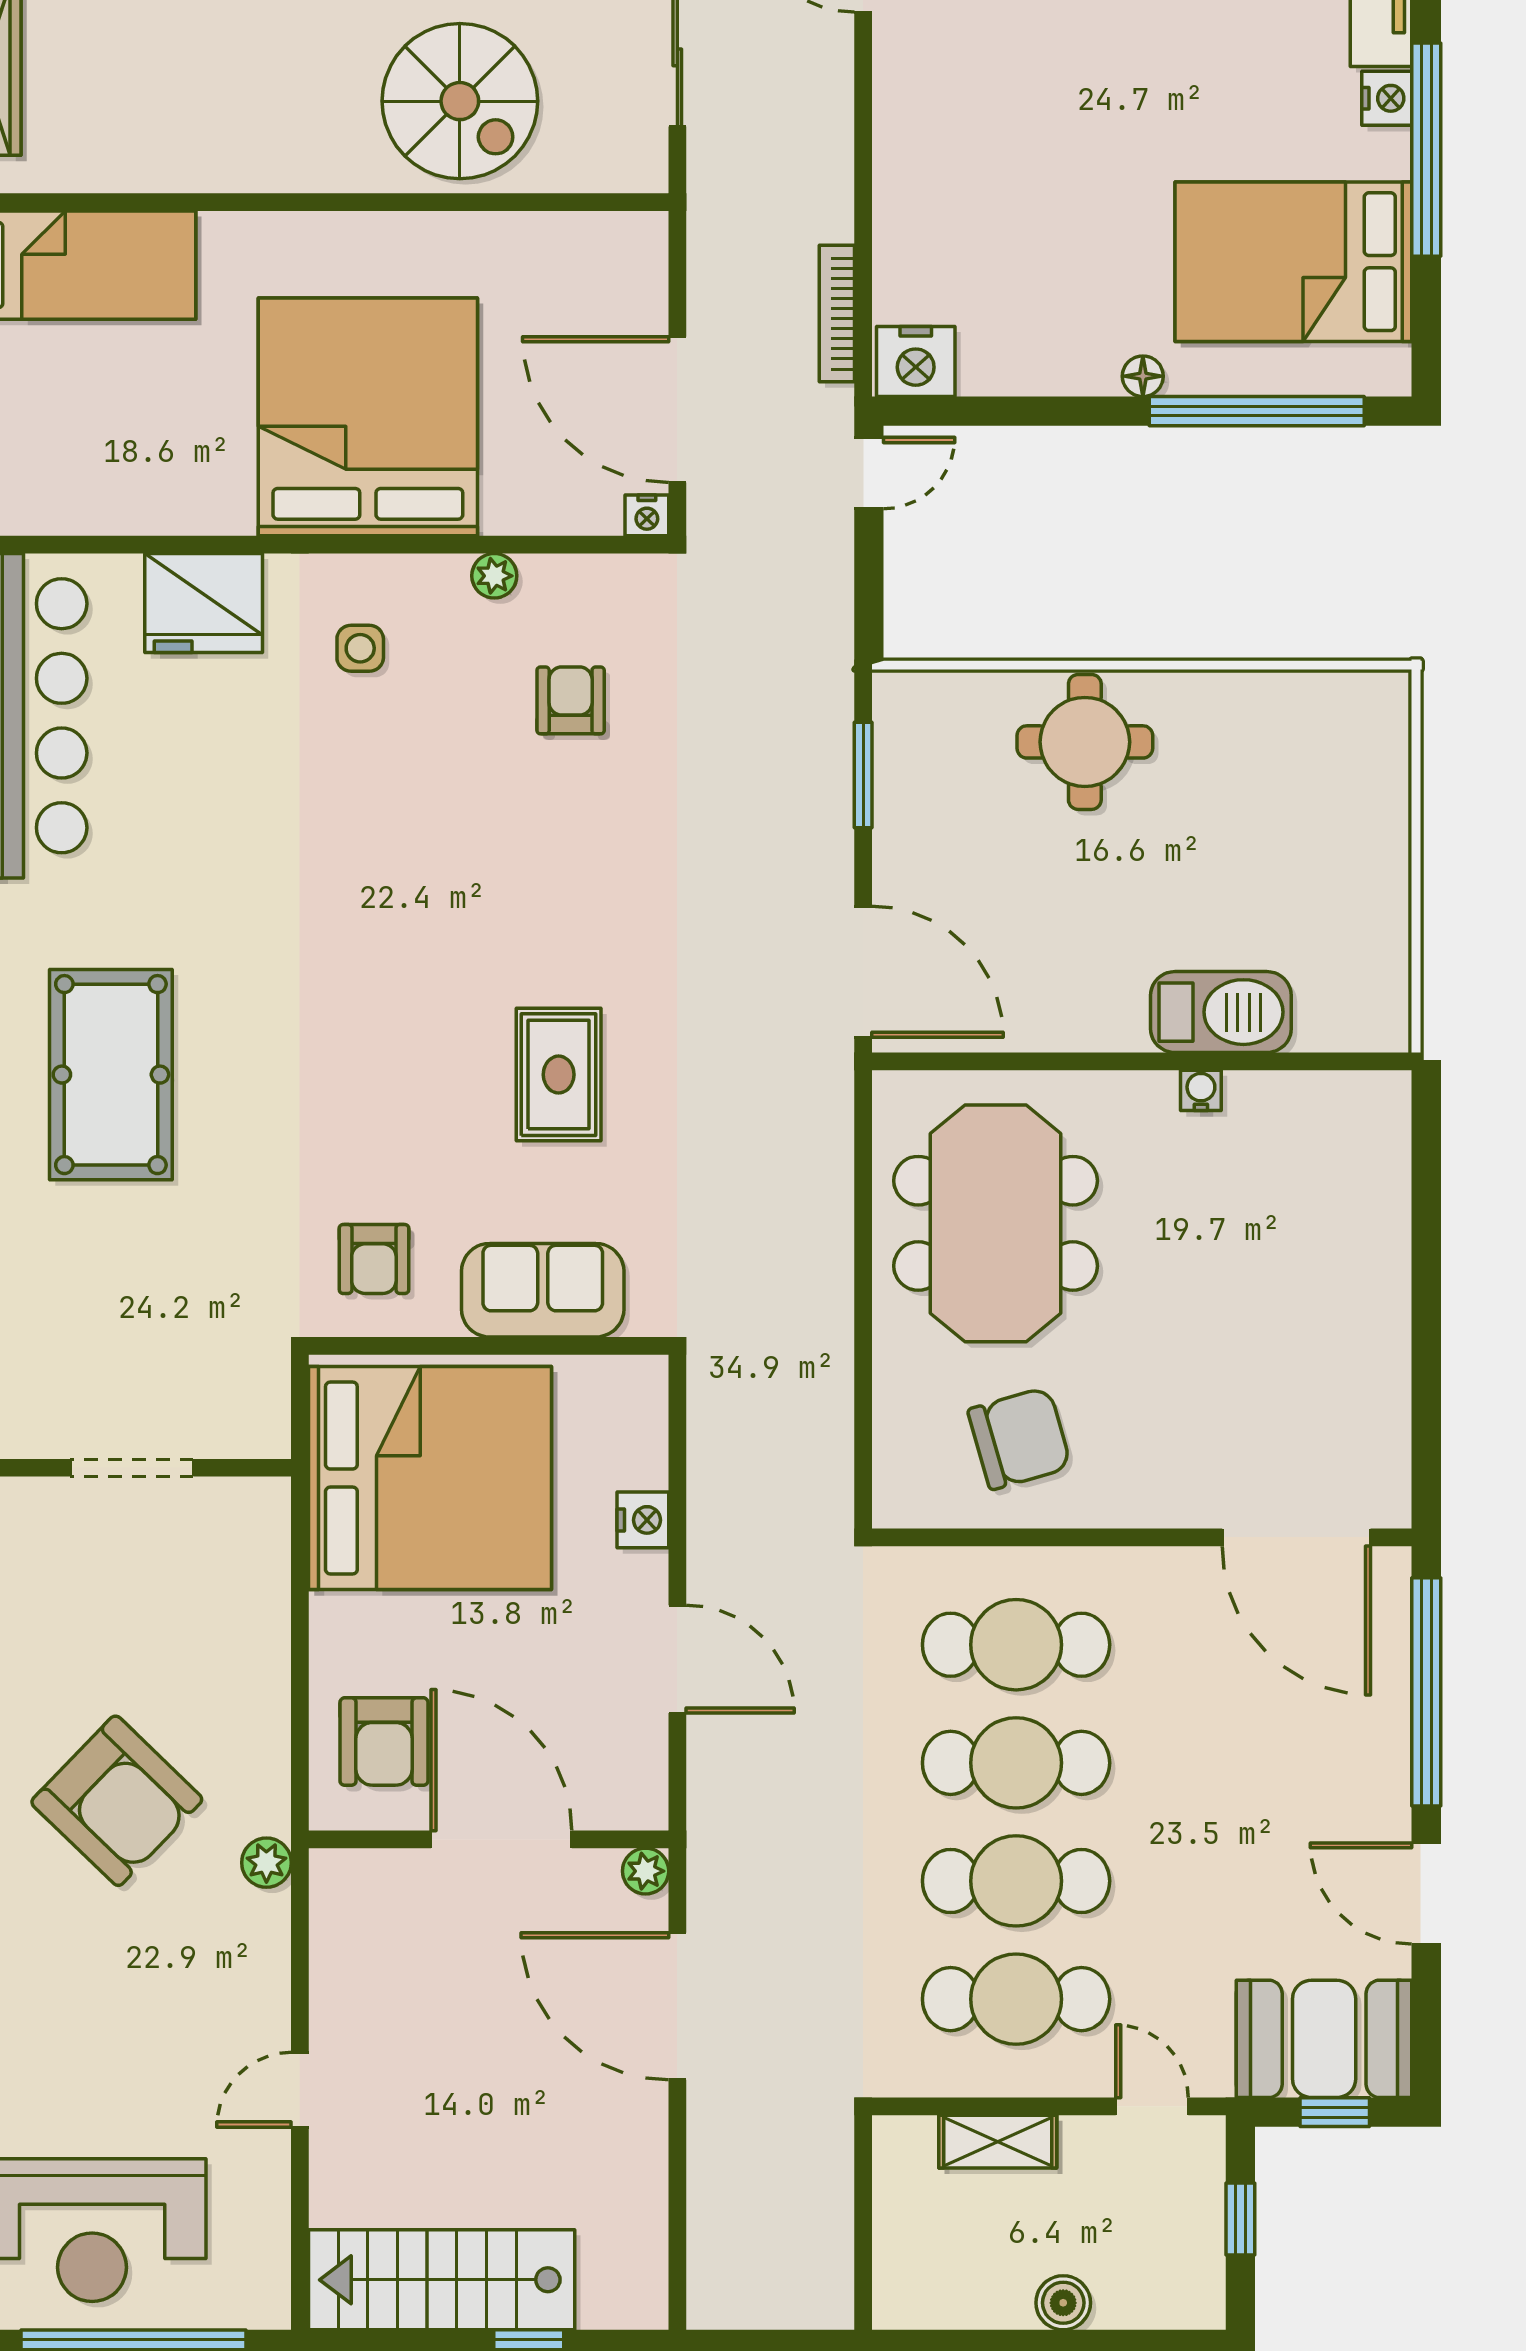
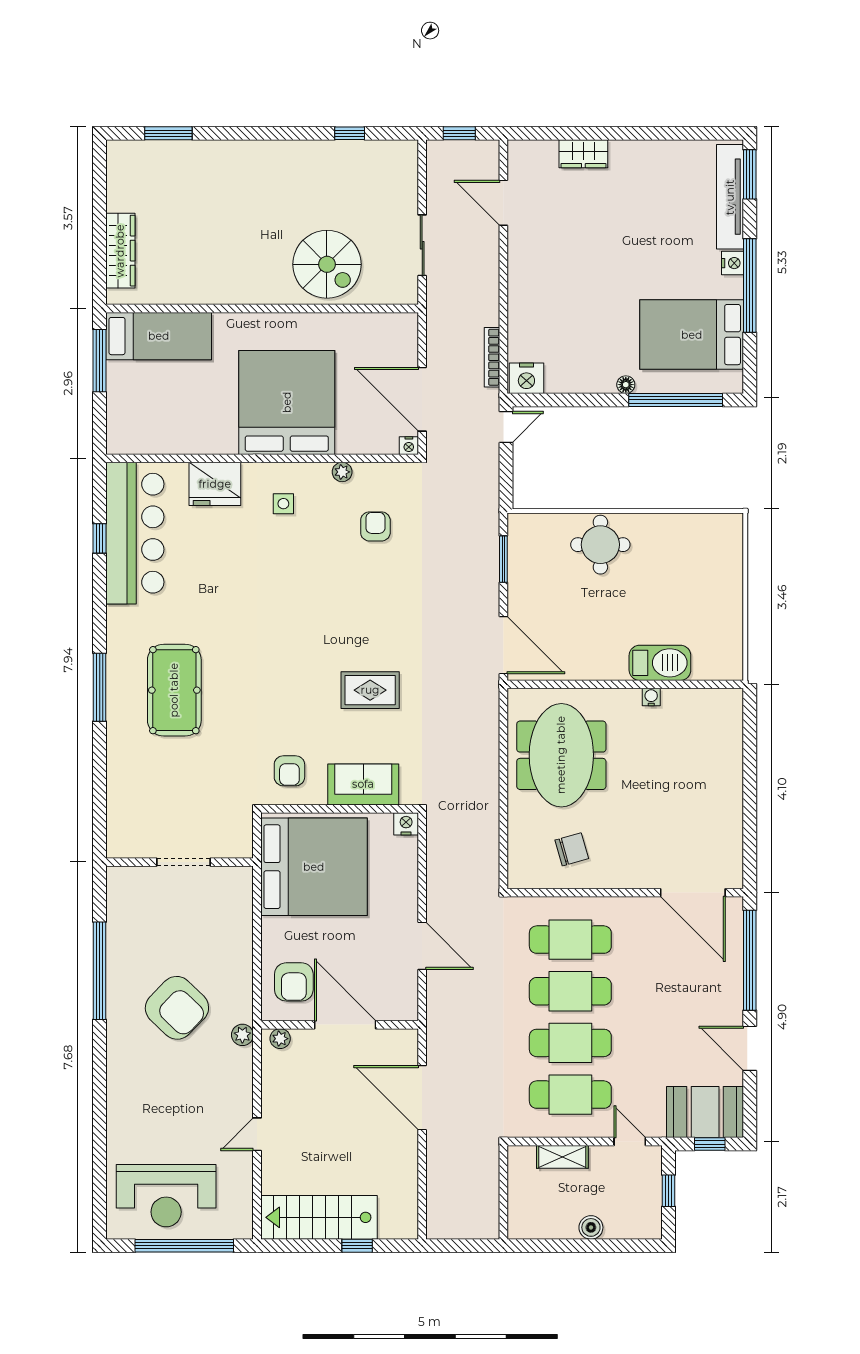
rug: (559, 1075) -> (370, 690), turned 90
chair: (1019, 1438) -> (572, 849), width x0.73, depth x0.73
nightstand: (643, 1520) -> (406, 824), moved, turned -90
plant: (646, 1871) -> (280, 1039), moved

